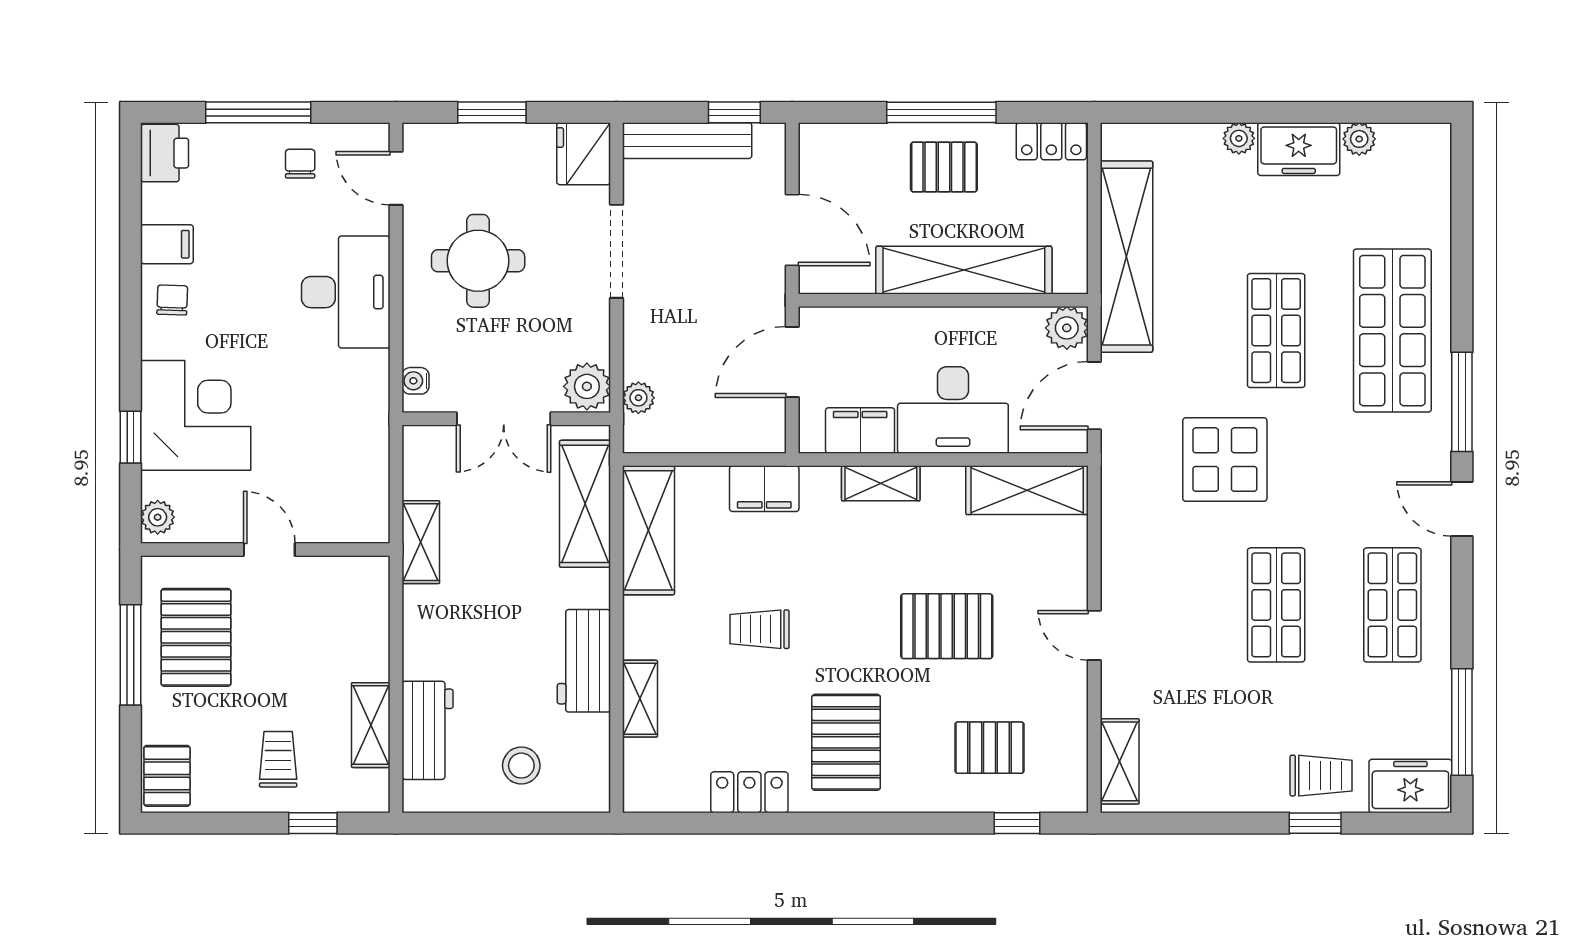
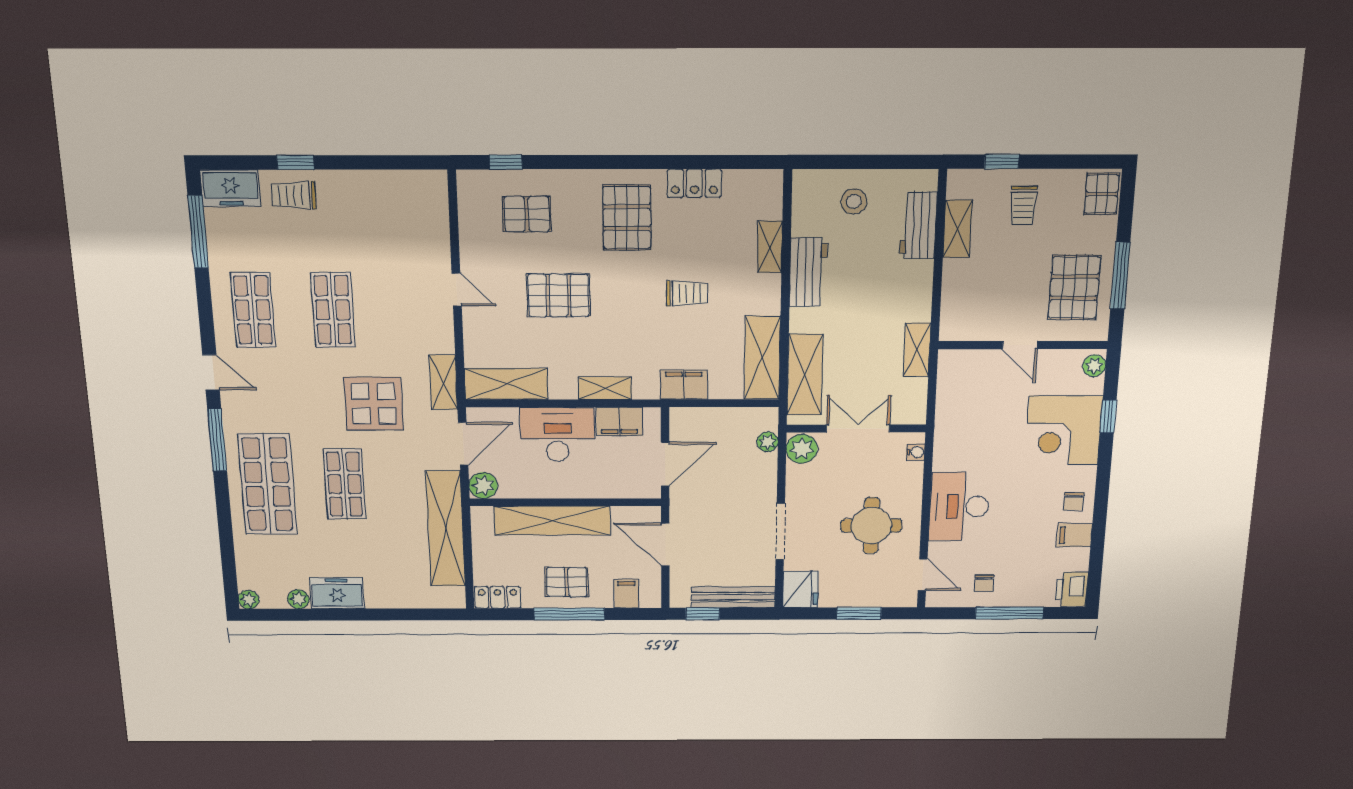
plant: (1239, 138) -> (249, 600), moved
filing cabinet: (852, 147) -> (626, 594), added
shelving: (1120, 761) -> (443, 382), moved

